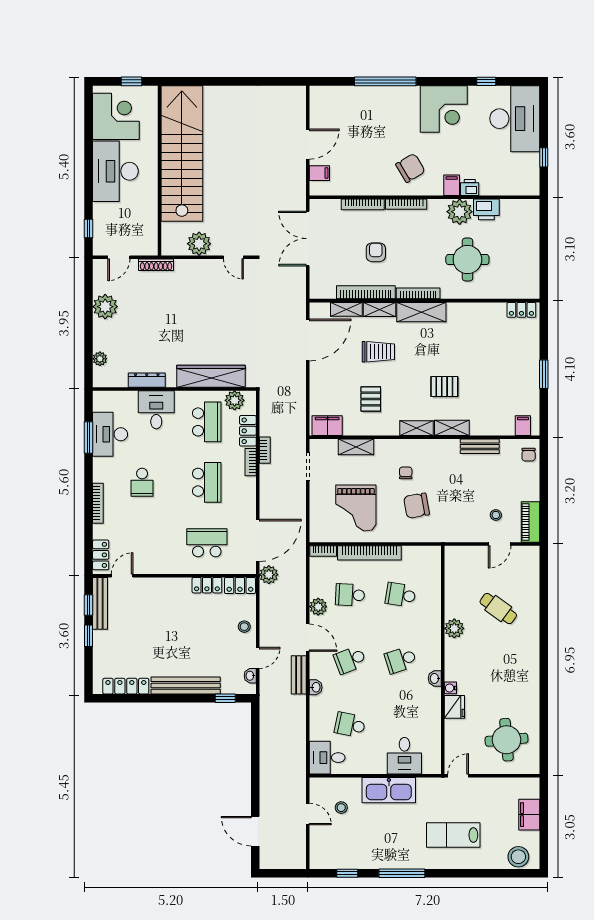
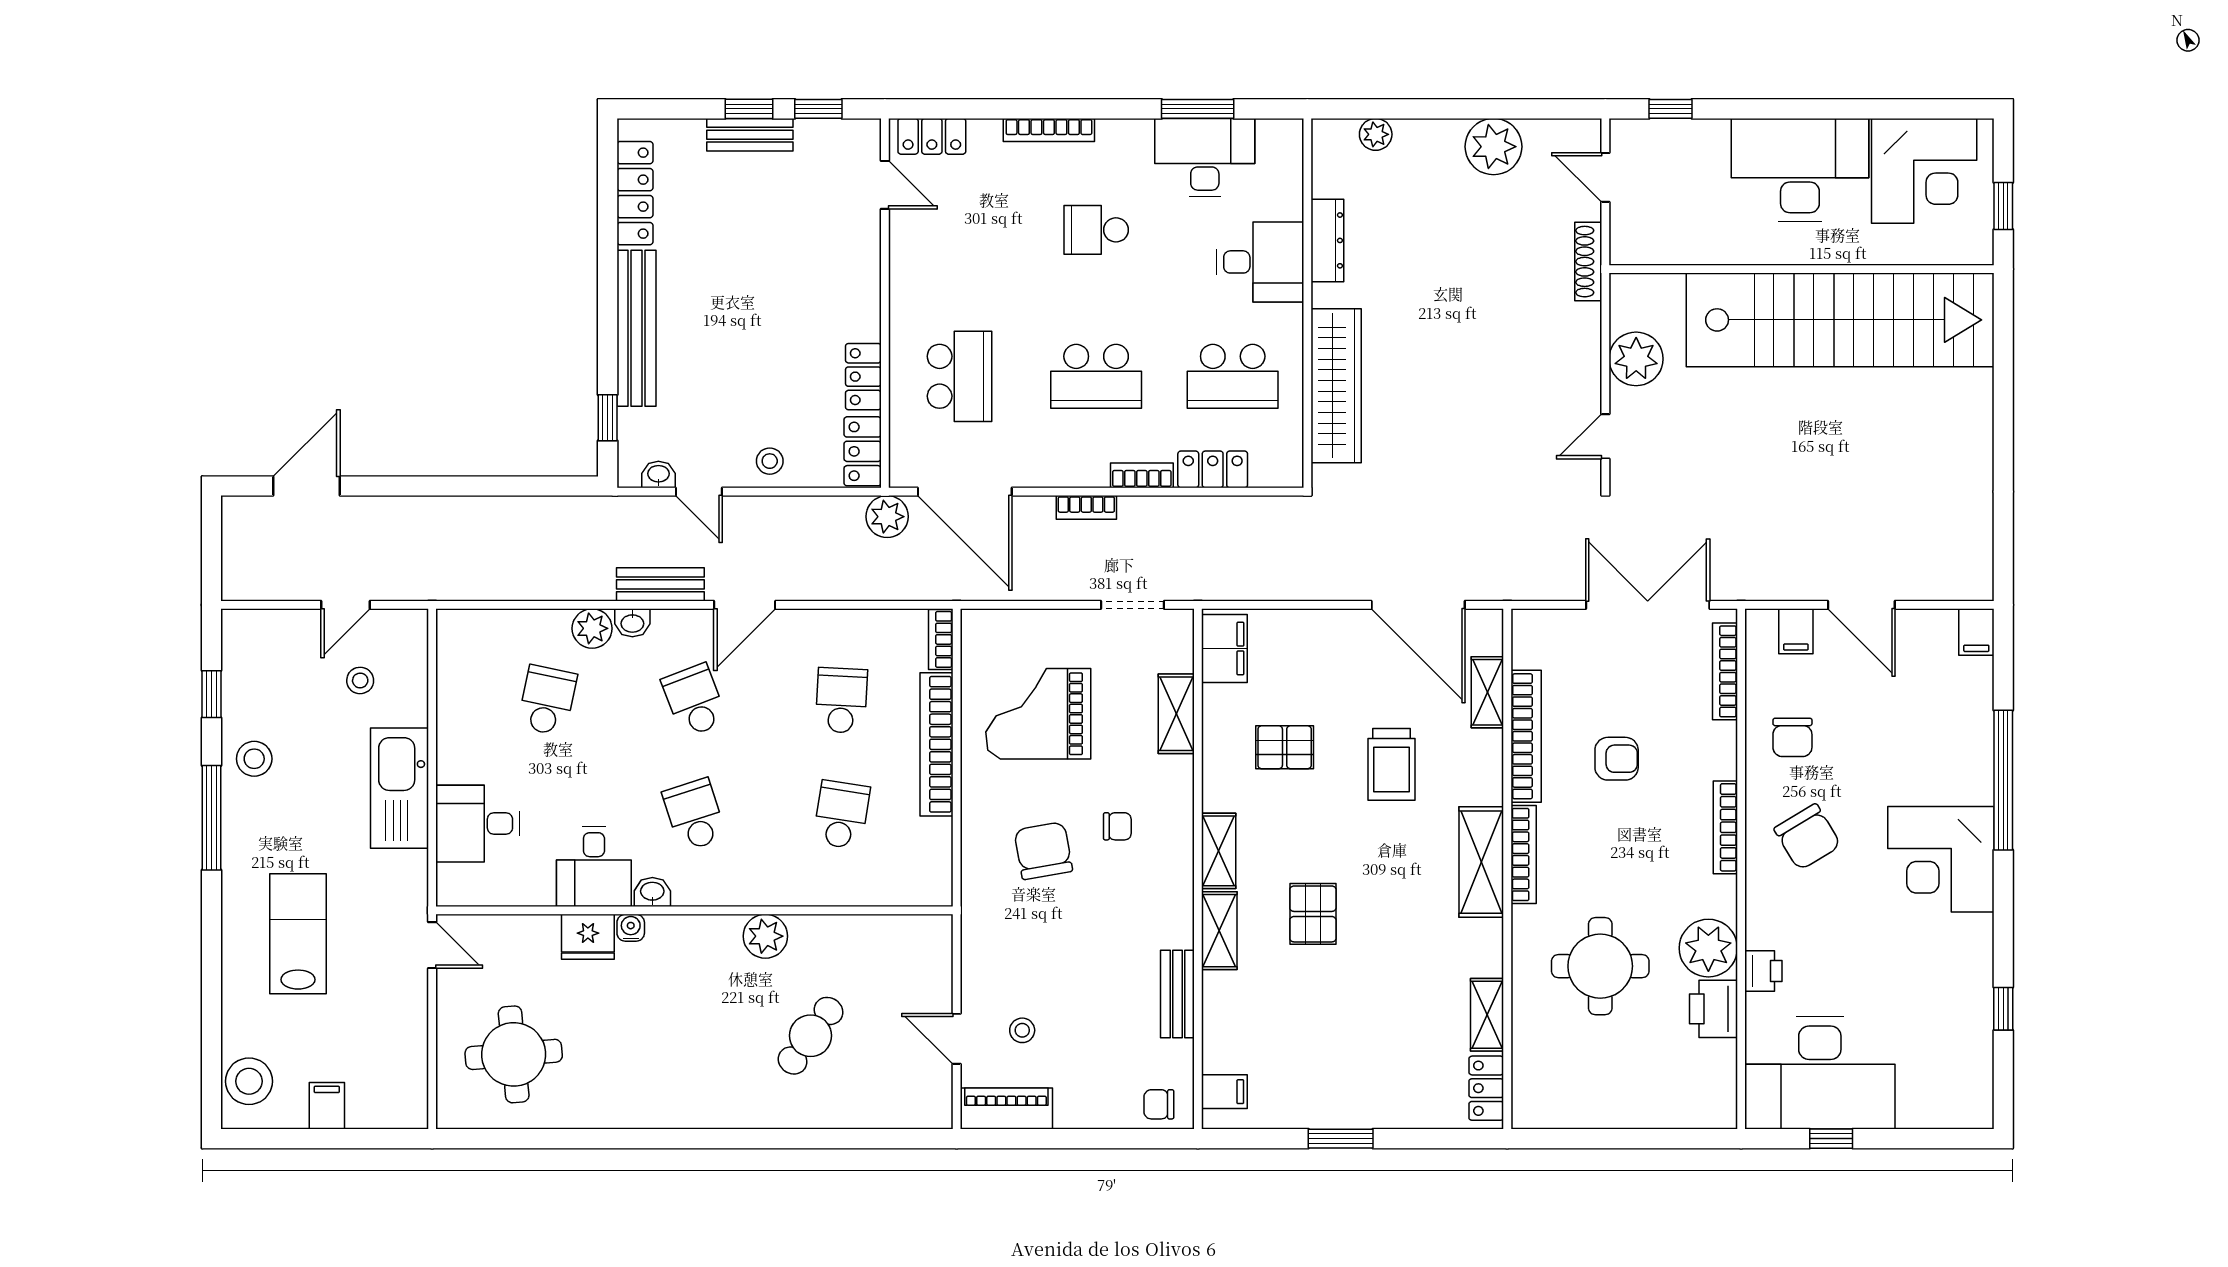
corner desk: (444, 109) -> (1941, 859), moved
desk: (515, 119) -> (1820, 1073), moved
chair: (366, 175) -> (1792, 737), added
filing cabinet: (452, 185) -> (1976, 632), moved, turned 90
bookcase: (363, 204) -> (1725, 671), moved
shelving: (380, 309) -> (1487, 1015), moved
plant: (235, 400) -> (1281, 439), removed
bookcase: (265, 450) -> (1086, 507), moved
bench: (100, 603) -> (750, 135), moved, width x0.73
plant: (318, 607) -> (592, 628), moved
desk: (327, 758) -> (594, 866), moved, turned 180
filing cabinet: (529, 815) -> (327, 1106), width x0.50
stool: (376, 854) -> (254, 759), added

